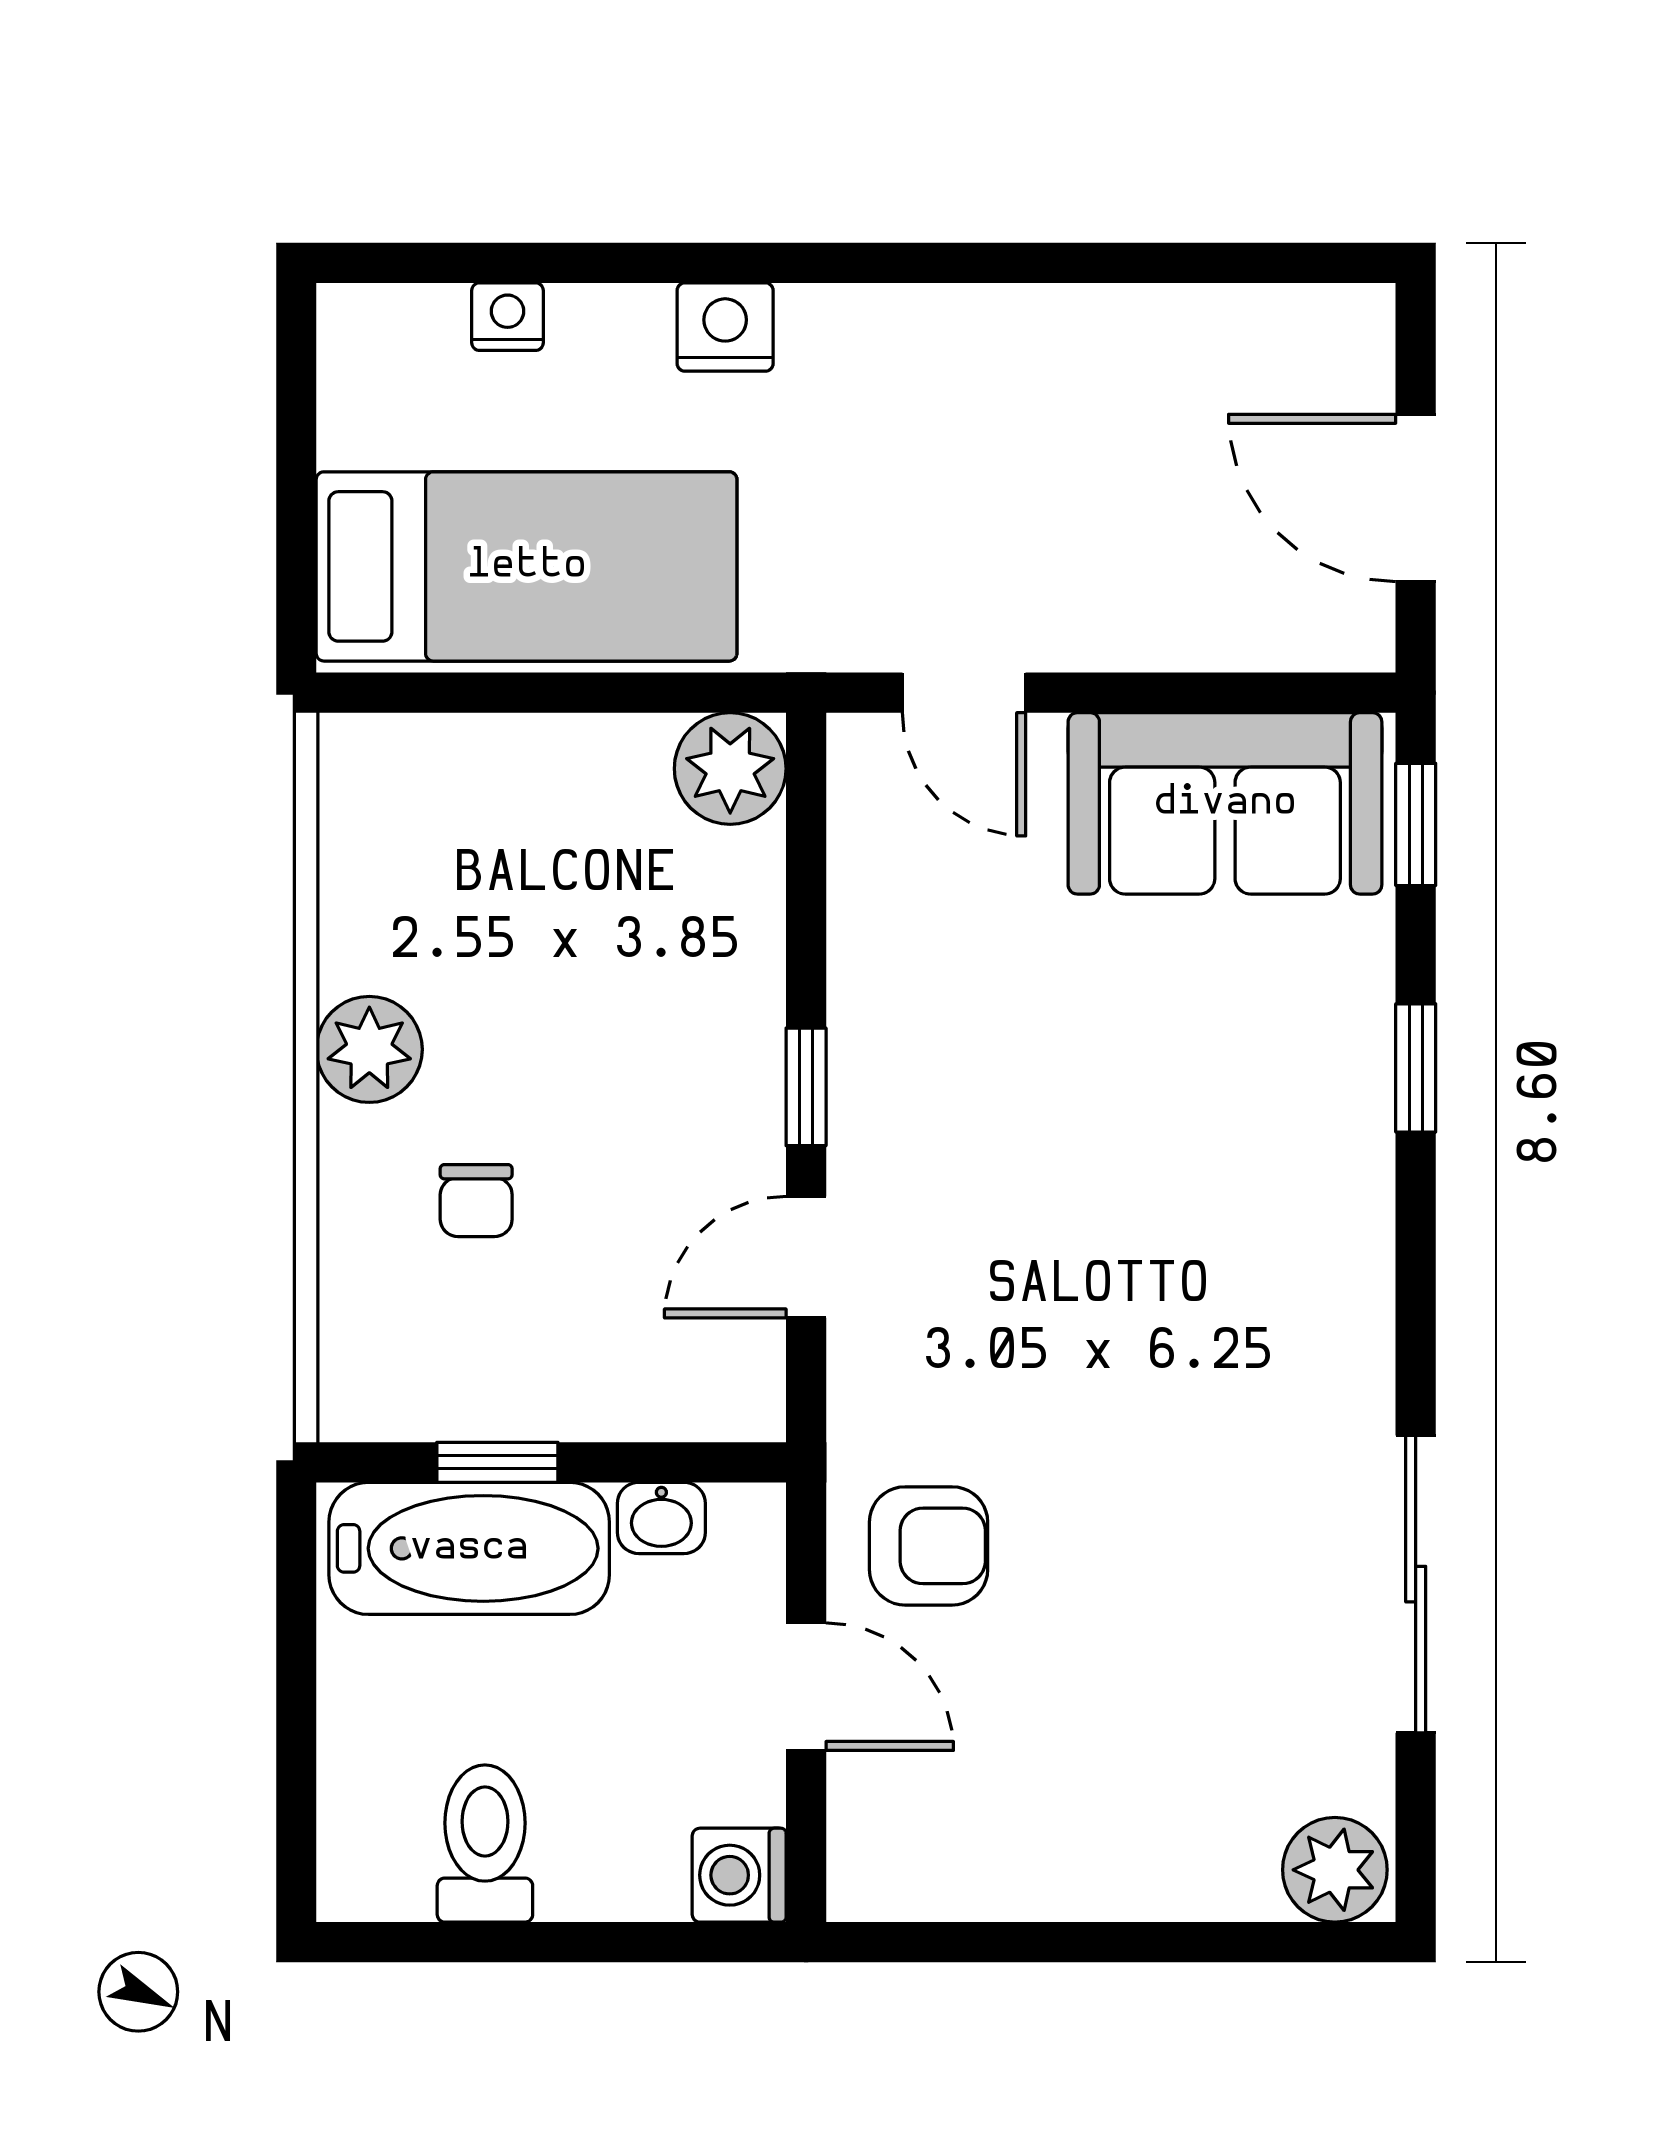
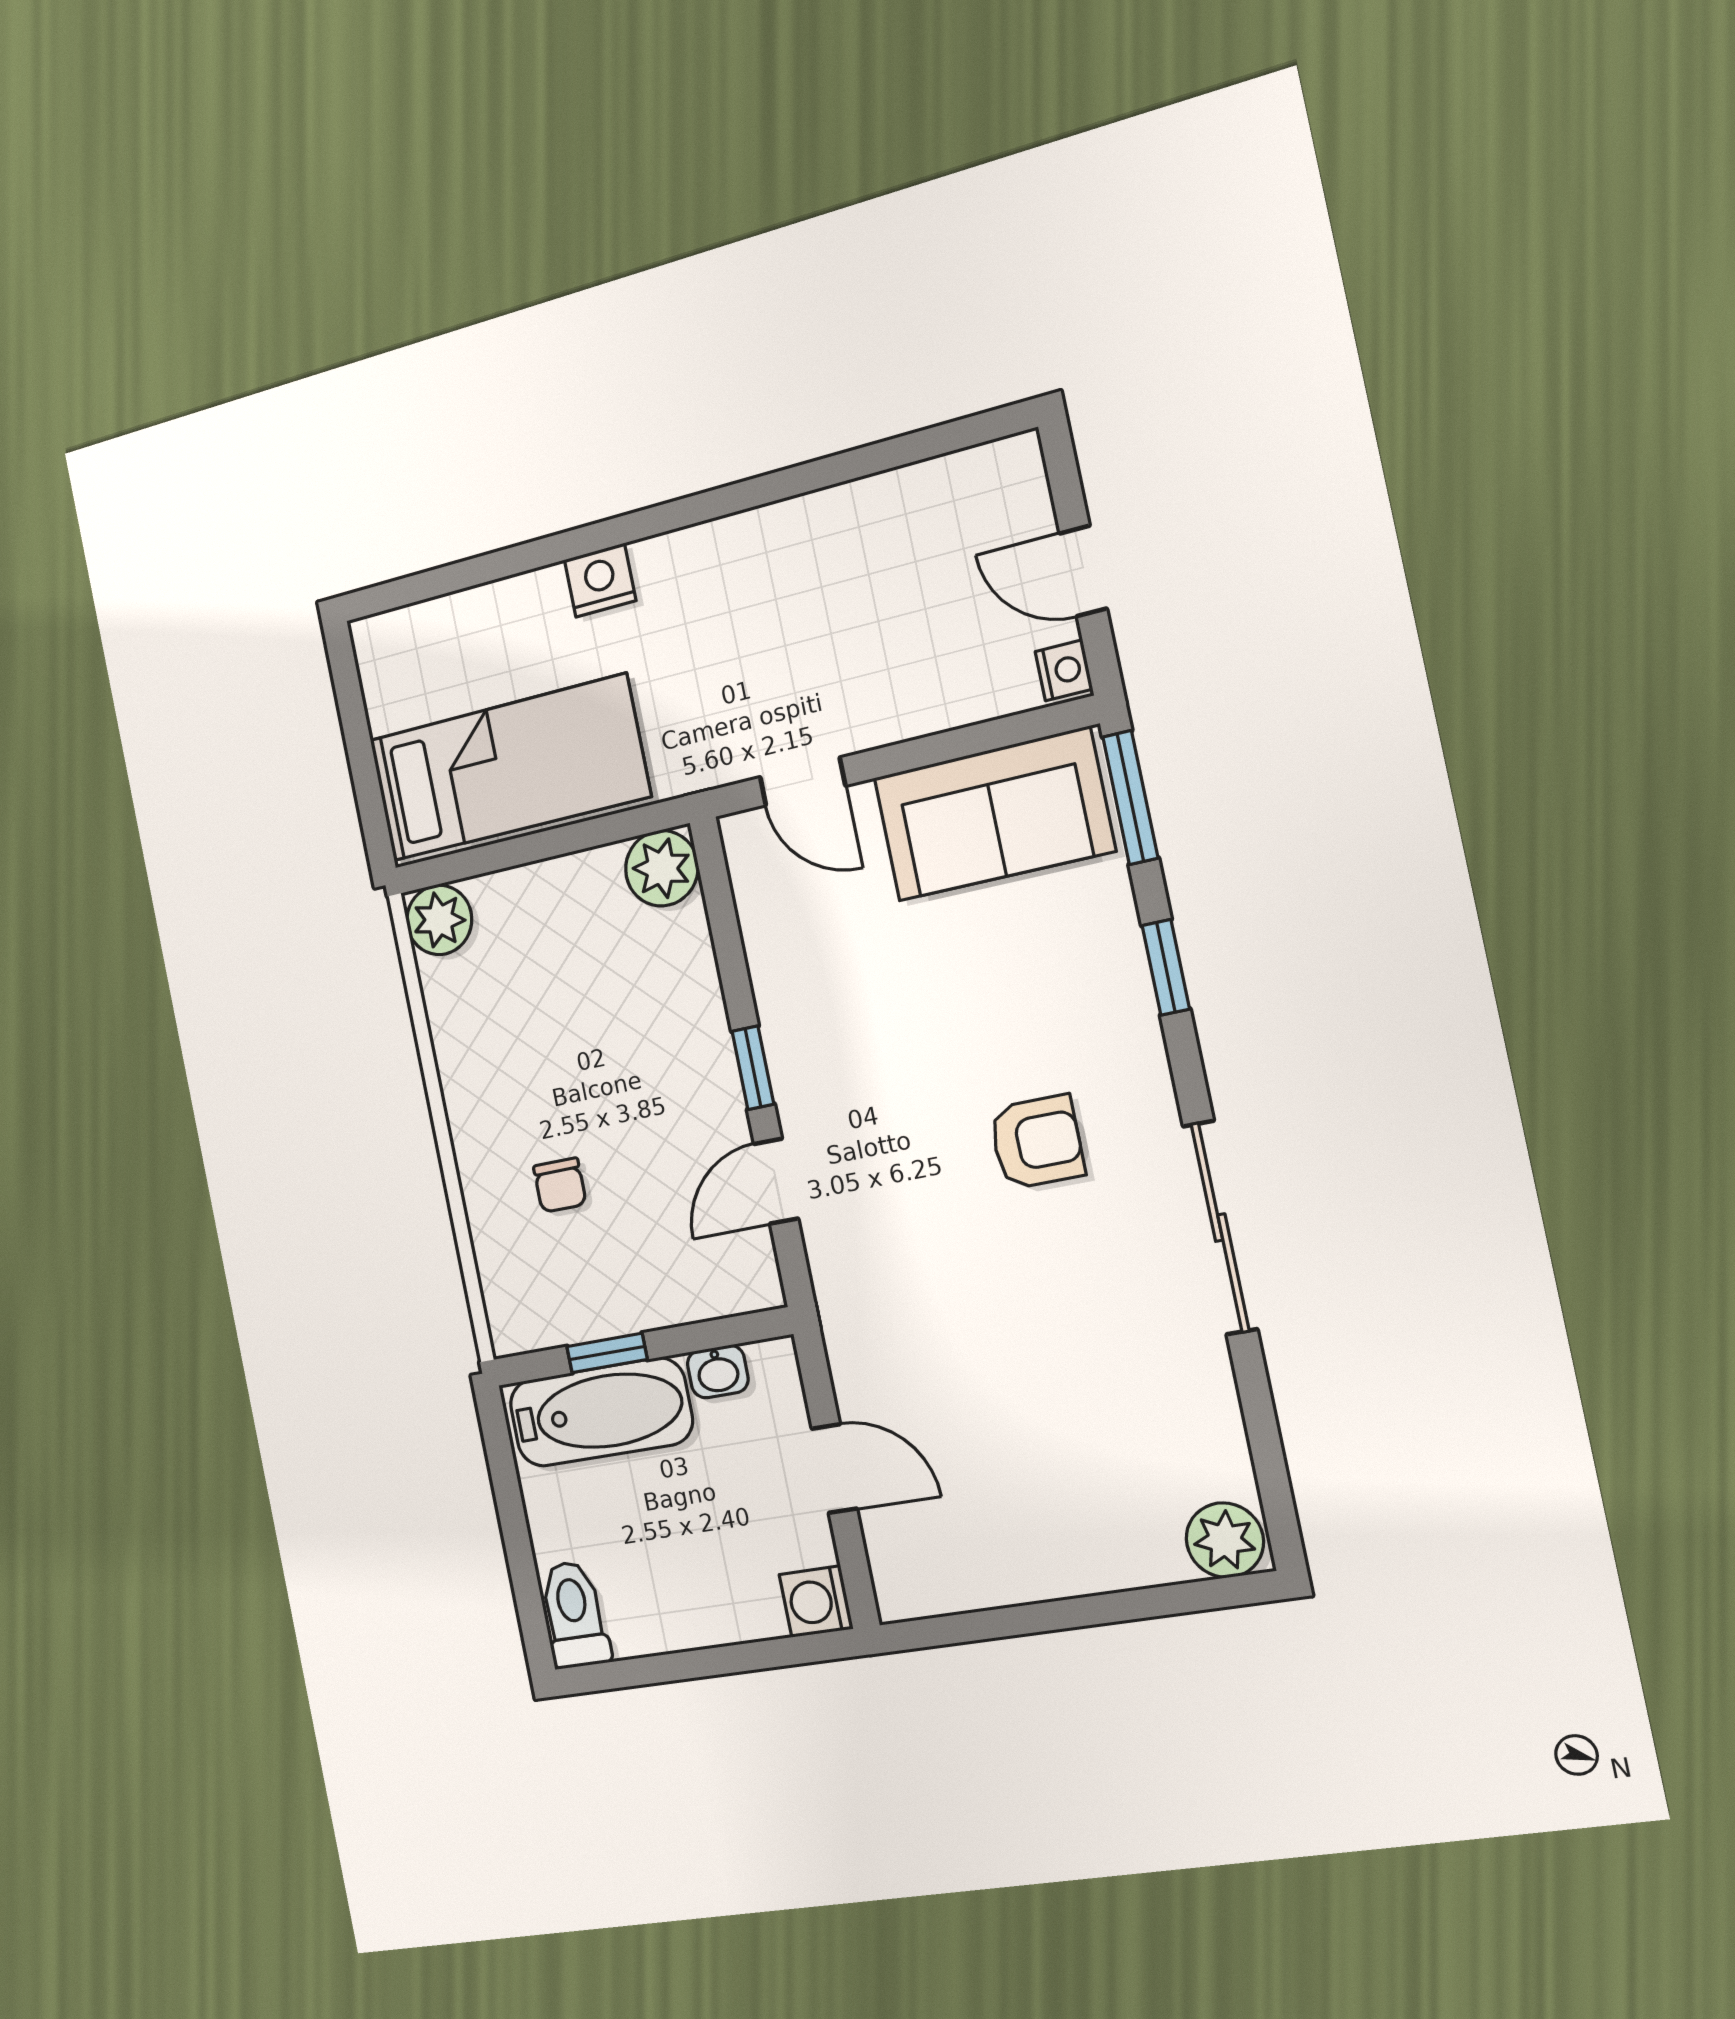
nightstand: (508, 317) -> (1064, 670), moved, turned 90
door: (1416, 498) -> (1083, 571), width x0.73
window: (1416, 824) -> (1130, 797), width x1.50
plant: (369, 1049) -> (439, 920), moved
armchair: (929, 1546) -> (1037, 1142), moved
sliding door: (1416, 1584) -> (1220, 1228), moved
toilet: (485, 1843) -> (574, 1615), moved

